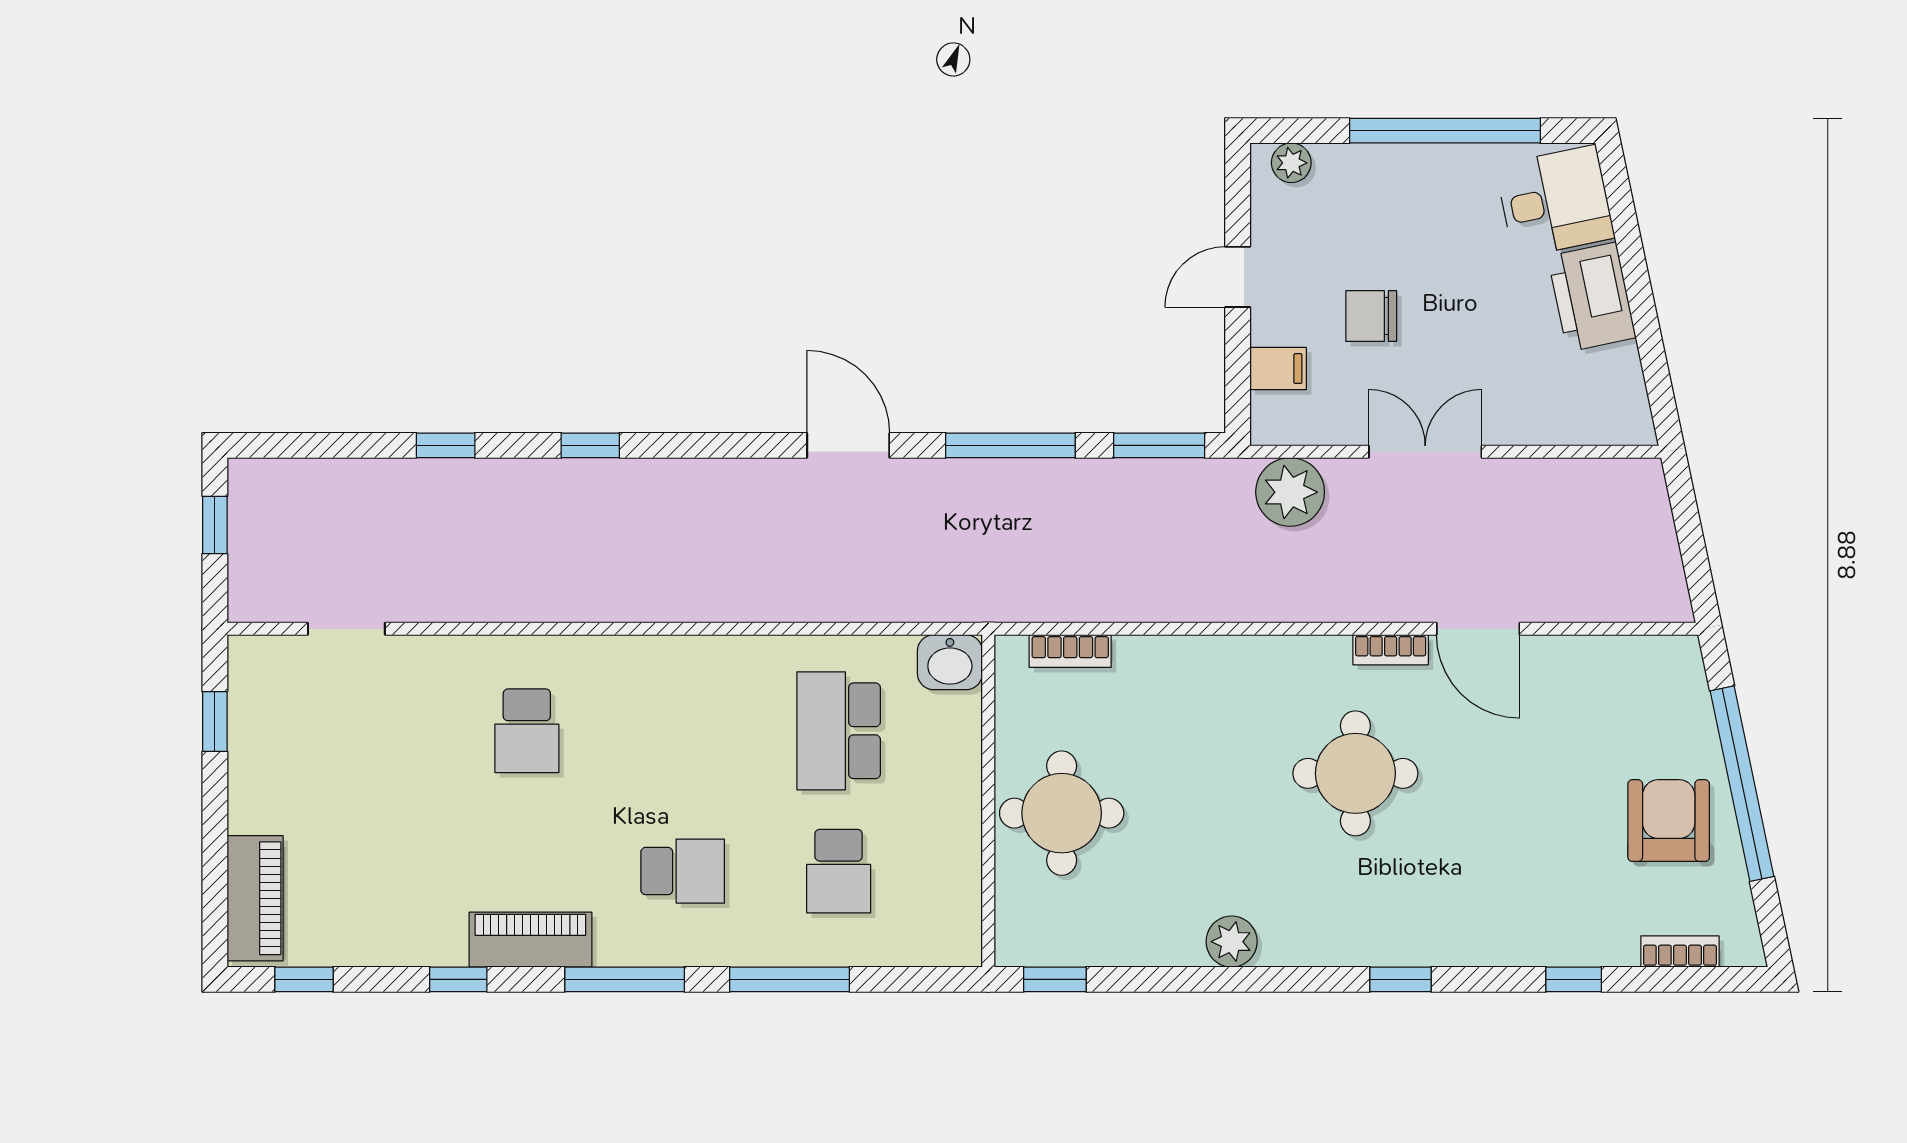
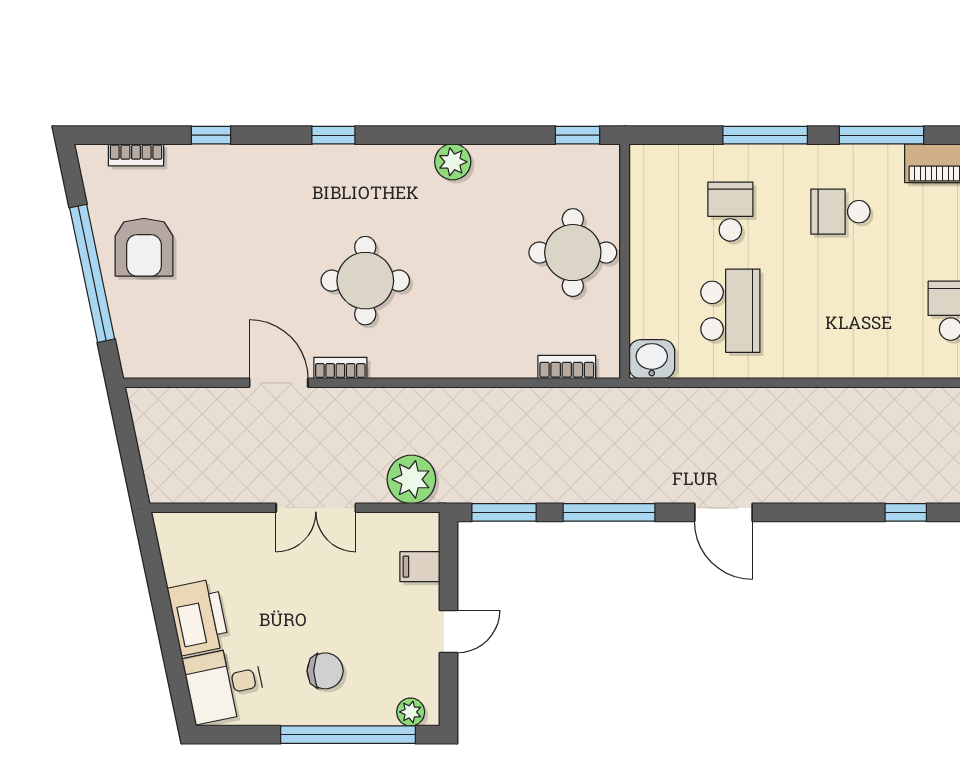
window: (1445, 131) -> (348, 735), moved
chair: (1371, 316) -> (325, 671), moved

